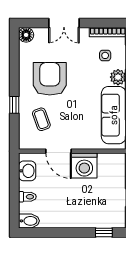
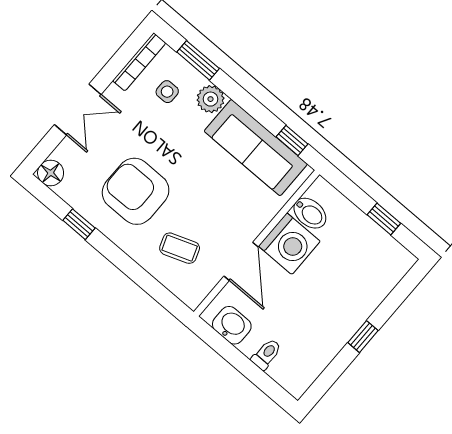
window: (14, 105) -> (79, 224), moved
door: (59, 151) -> (241, 261), hinge flipped
bidet: (29, 221) -> (310, 213), moved, turned 90
window: (104, 232) -> (363, 337), moved

